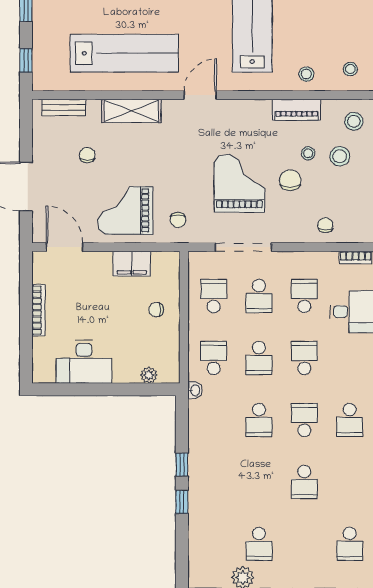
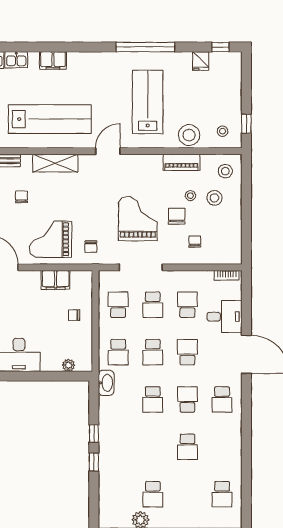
stool: (306, 74) -> (189, 135), width x1.89, depth x1.89
chair: (325, 225) -> (195, 241), moved
school desk: (214, 358) -> (118, 352), turned 180
washbasin: (195, 390) -> (106, 383), width x1.91, depth x1.45

